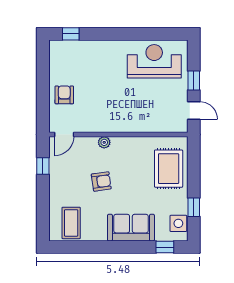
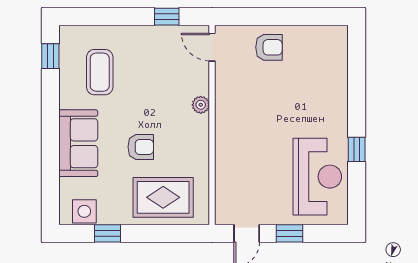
window: (71, 34) -> (357, 149), moved
armchair: (101, 181) -> (141, 147), moved, turned -82
coffee table: (71, 223) -> (100, 72), moved, turned 90
window: (165, 247) -> (50, 56), moved

